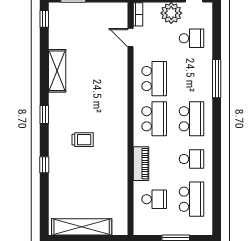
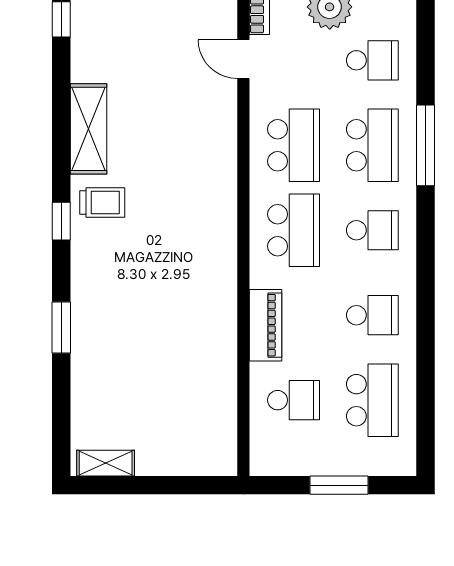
school desk: (192, 79) -> (372, 145), added
school desk: (192, 119) -> (372, 230), width x0.54
trolley: (83, 140) -> (102, 202), moved
window: (44, 165) -> (61, 327), width x1.50
shelving: (82, 227) -> (106, 463), width x0.45, depth x0.75

